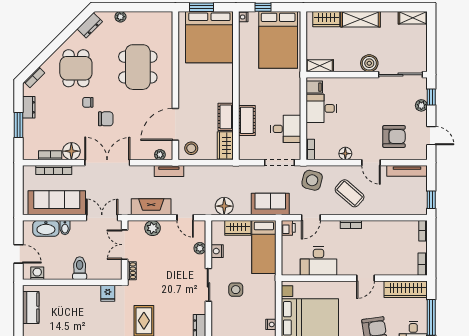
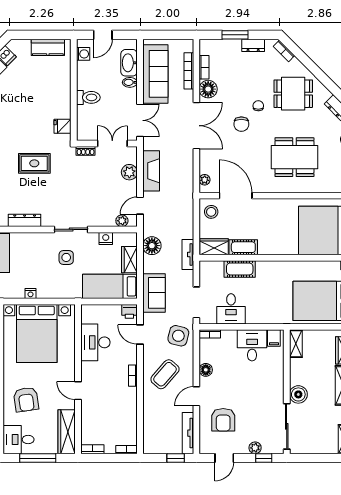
tv unit: (169, 171) -> (188, 254), moved
window: (431, 200) -> (176, 458), moved
plant: (200, 248) -> (122, 221), moved

